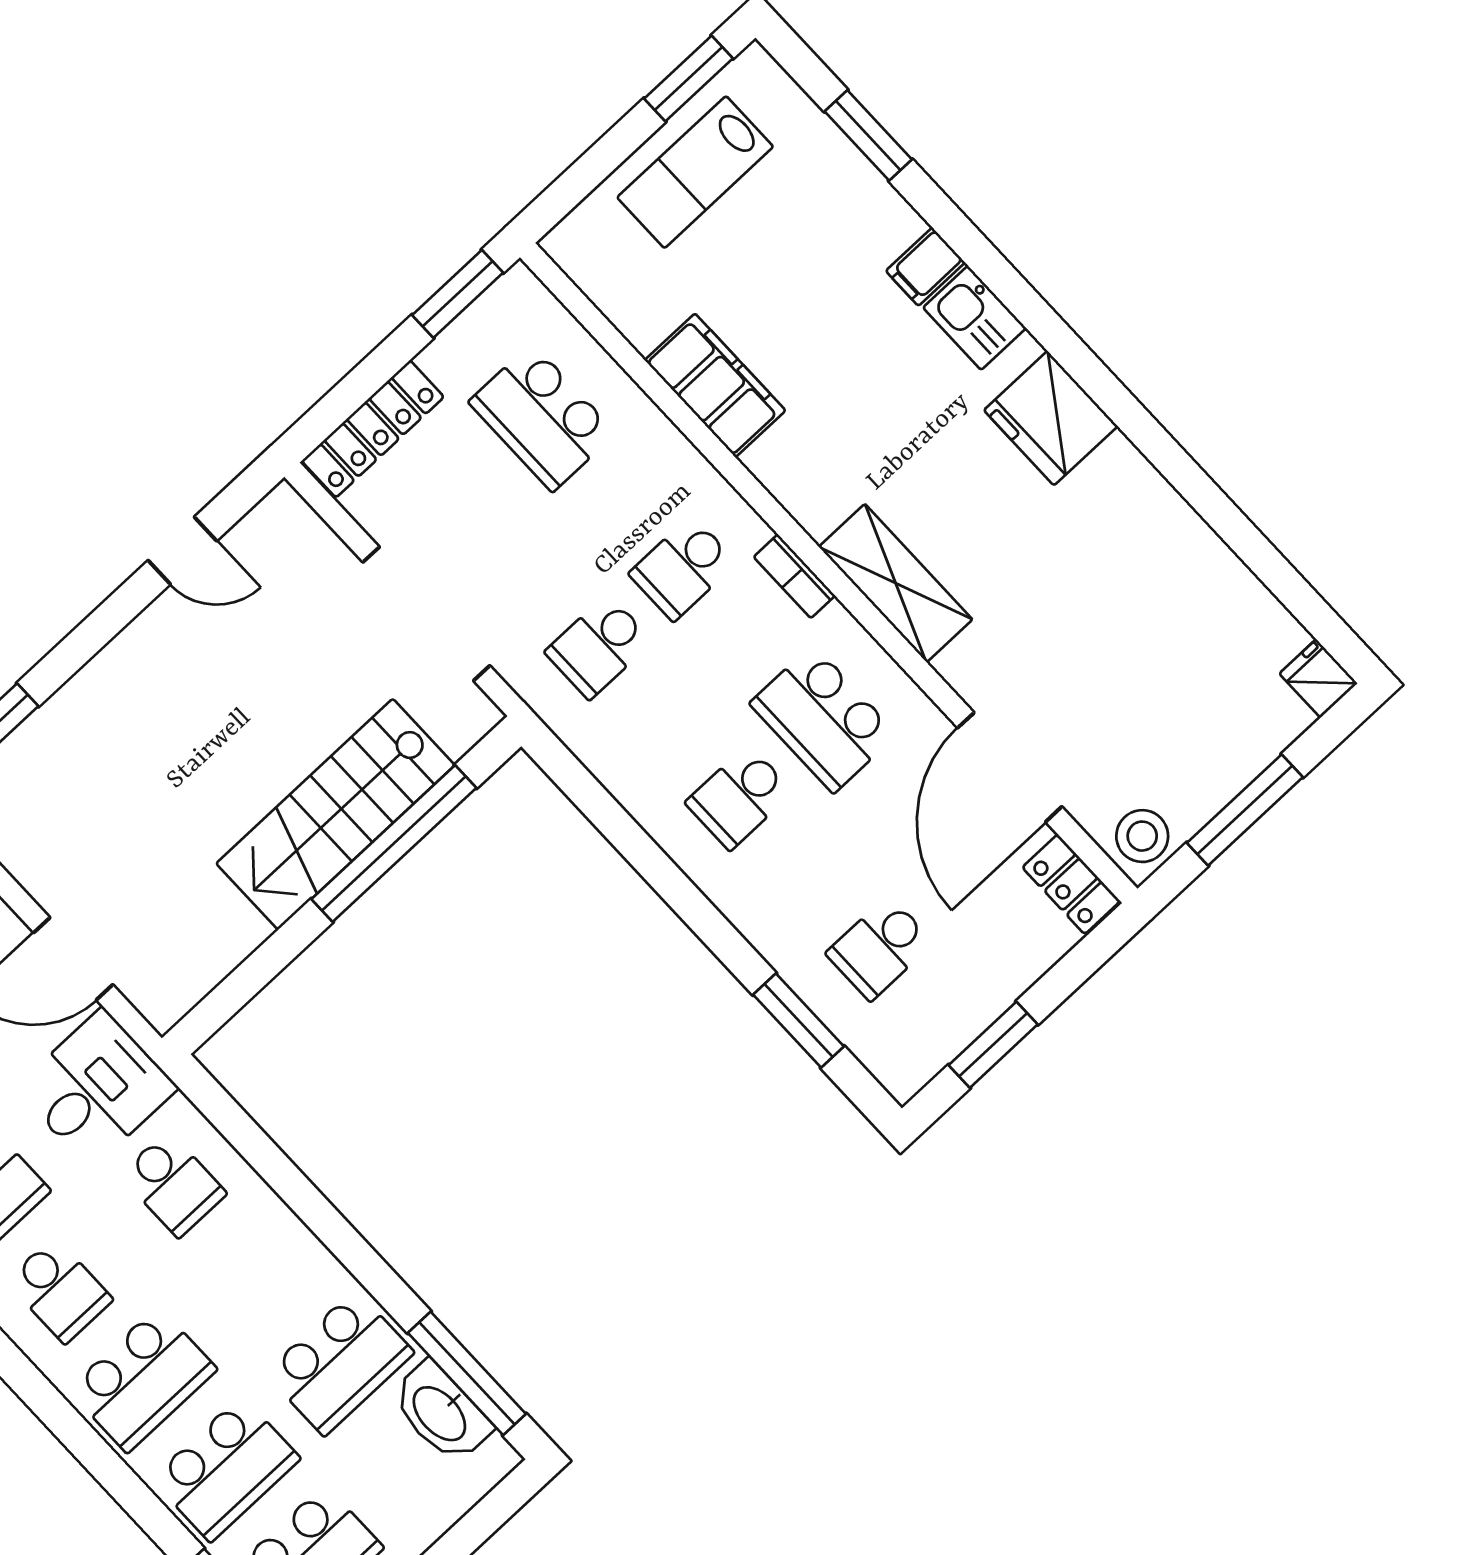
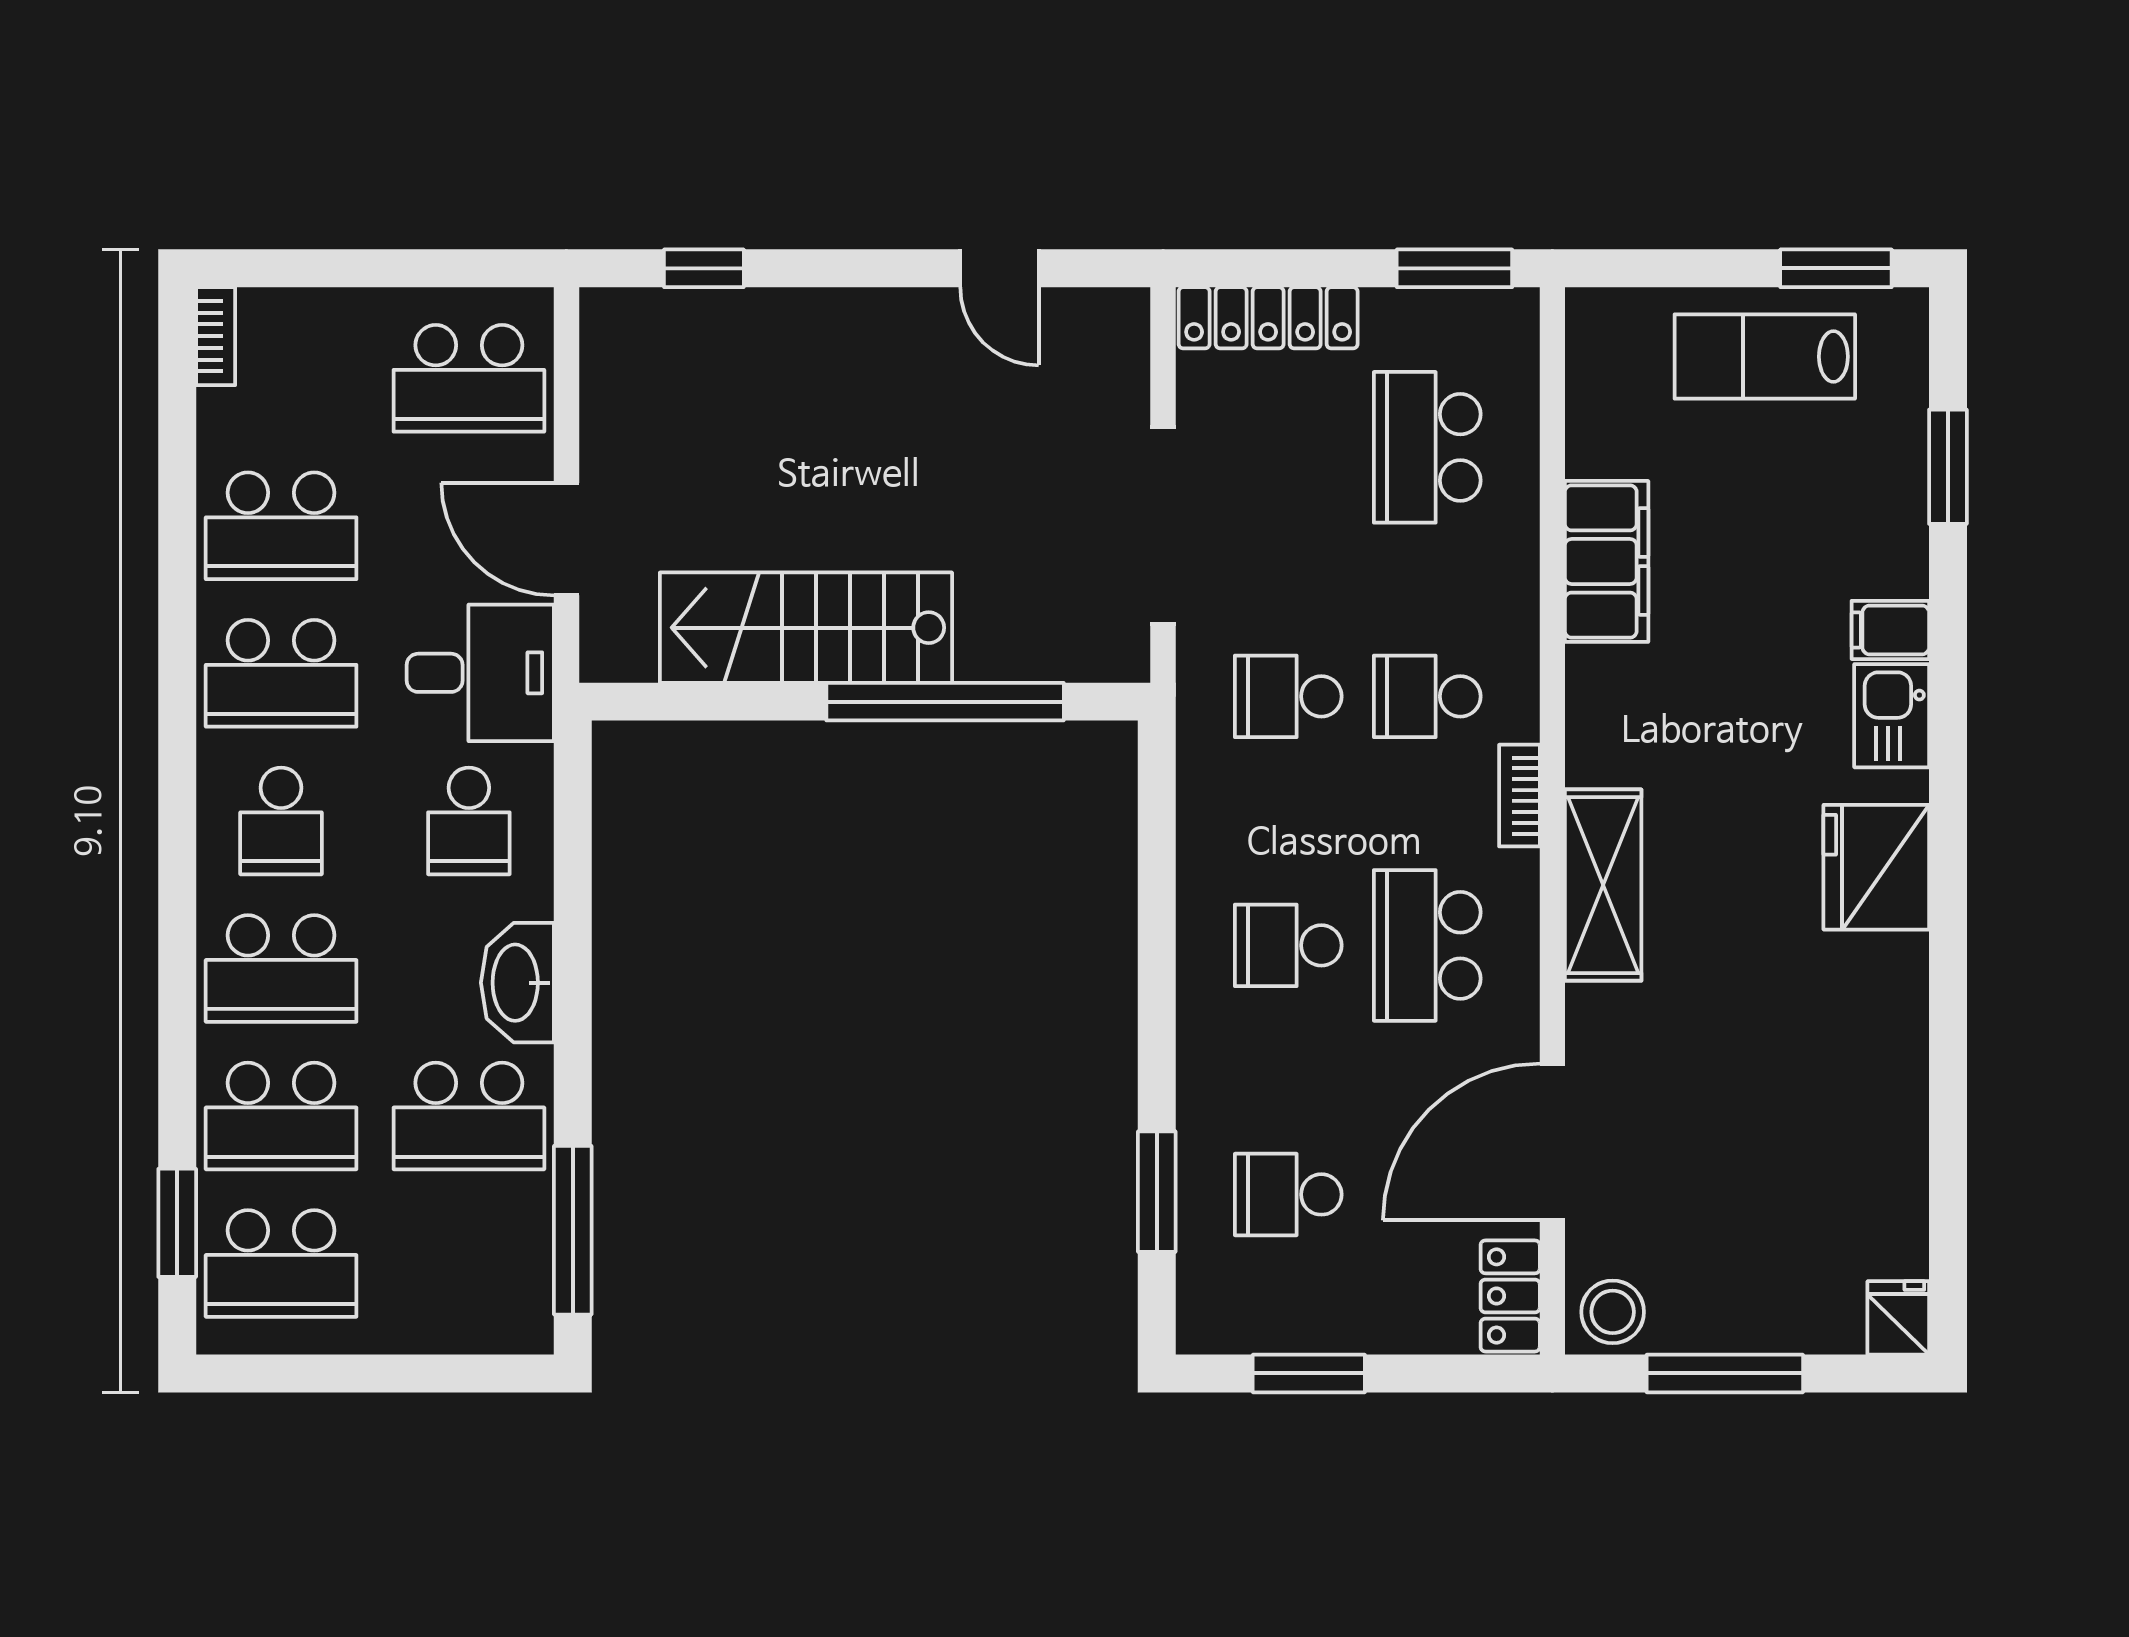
stairs: (335, 814) -> (806, 628), moved
washbasin: (441, 1412) -> (517, 983), moved

